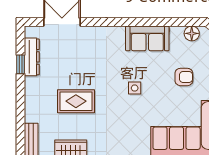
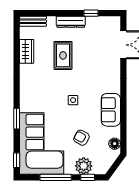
dresser: (32, 57) -> (71, 22), moved
armchair: (184, 77) -> (81, 138), turned 119

